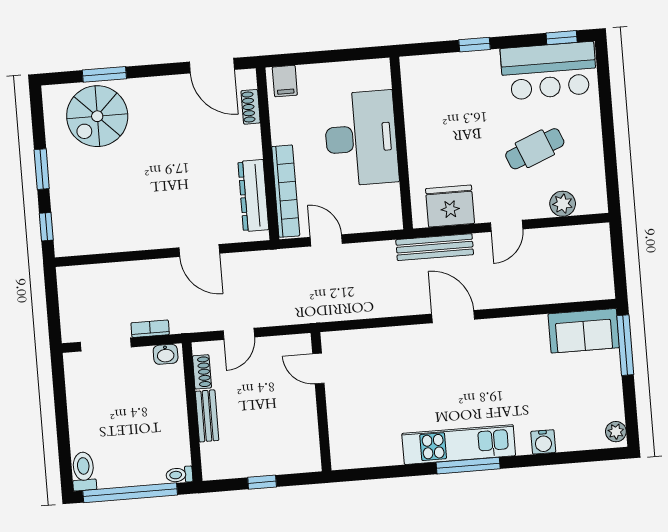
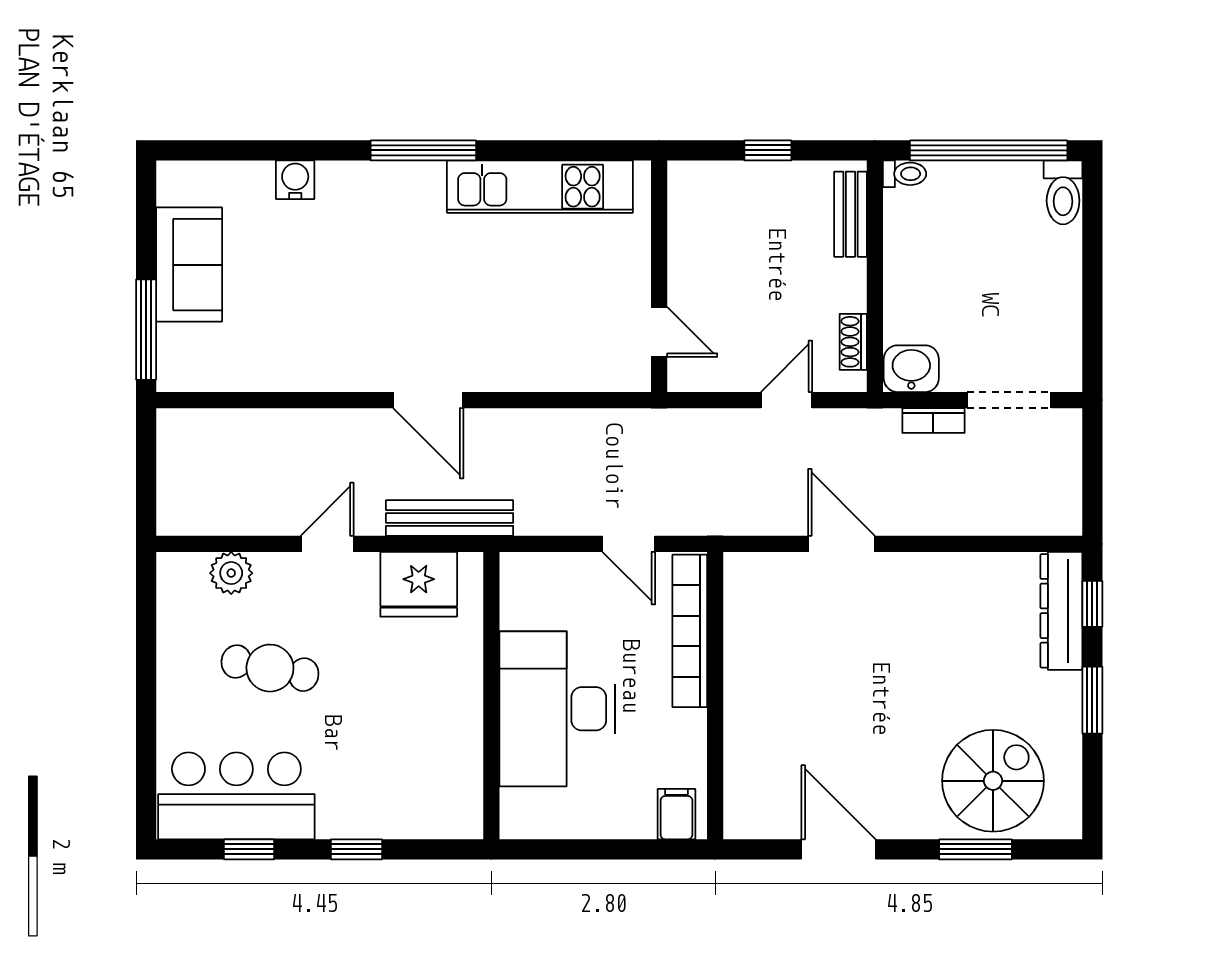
window: (562, 38) -> (249, 849), moved
door: (212, 66) -> (838, 849), moved
shoe rack: (251, 107) -> (737, 776), removed
cafe table: (535, 149) -> (270, 668), turned 33
dresser: (253, 196) -> (1061, 611), moved, turned 180
sofa: (584, 331) -> (189, 265), moved, turned 90
washbasin: (166, 354) -> (911, 369), width x1.38, depth x1.45
bench: (207, 416) -> (851, 214), moved
plant: (616, 432) -> (173, 187), removed
kitchen unit: (459, 445) -> (540, 187), moved

